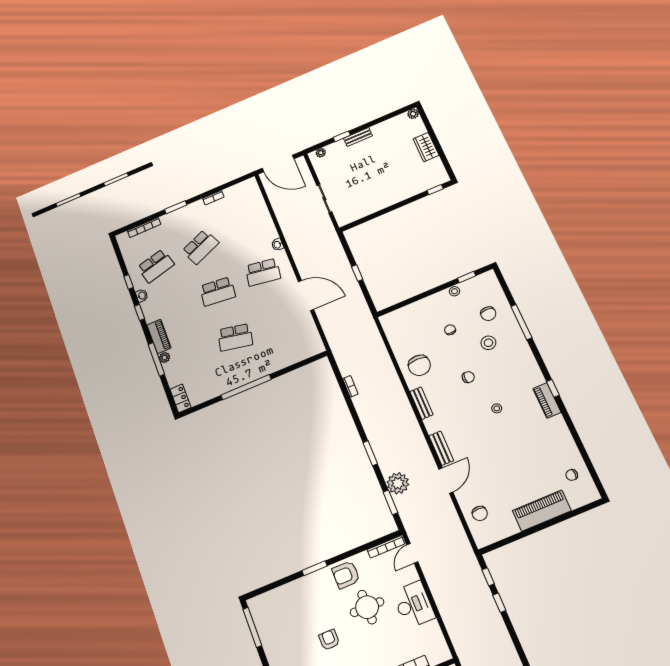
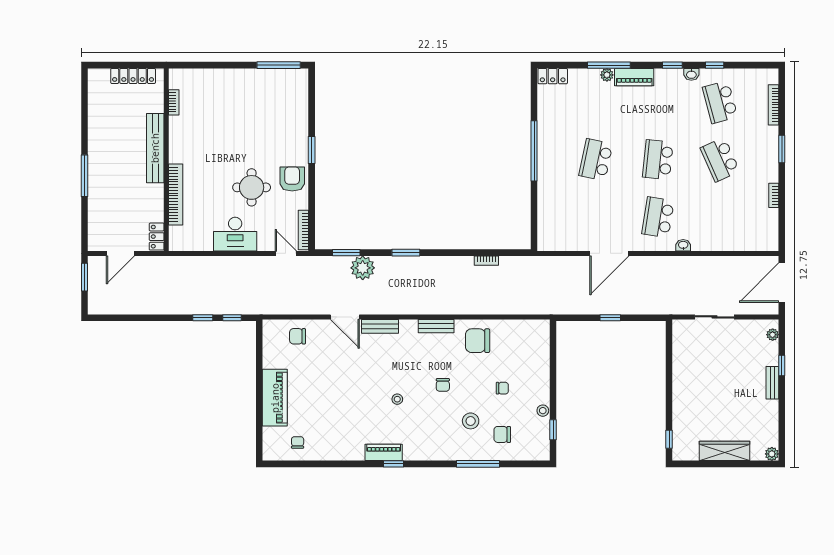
wardrobe: (426, 147) -> (724, 451), width x1.50
armchair: (329, 640) -> (235, 138), removed

